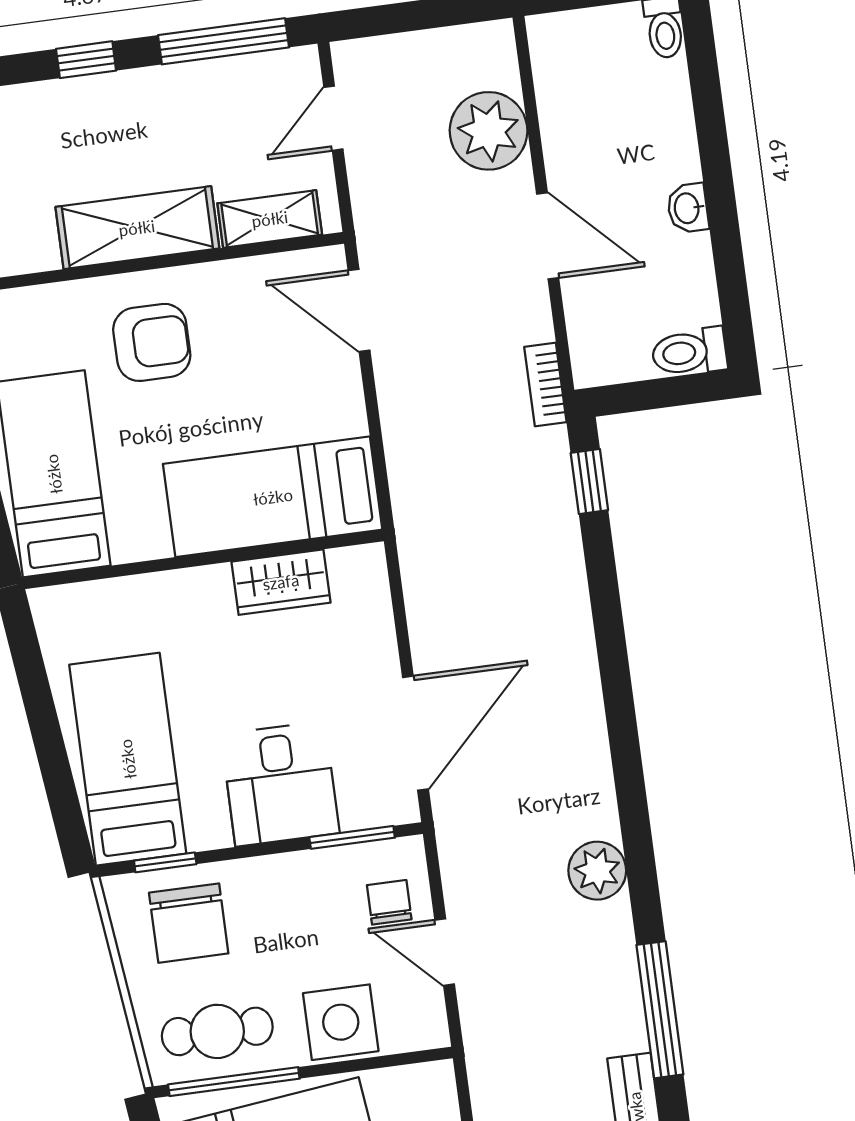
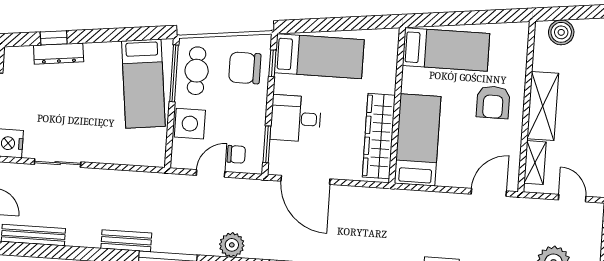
wardrobe: (281, 582) -> (379, 136), width x2.10, depth x1.17

